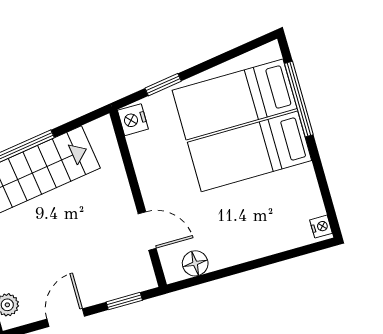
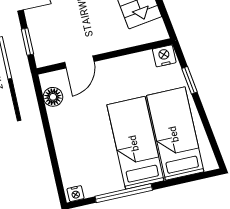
window: (299, 99) -> (124, 193), moved

